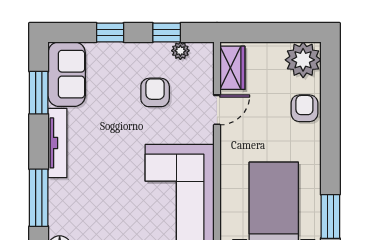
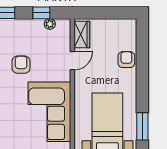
plant: (303, 60) -> (126, 30), removed
armchair: (155, 92) -> (21, 65), moved

